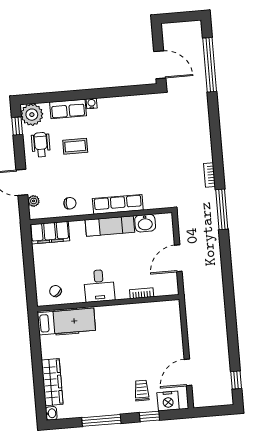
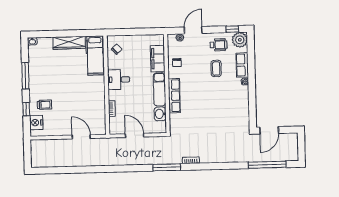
filing cabinet: (50, 233) -> (158, 59), moved
door: (188, 372) -> (81, 137), moved
window: (236, 380) -> (48, 170), removed
wardrobe: (52, 382) -> (69, 43), moved

